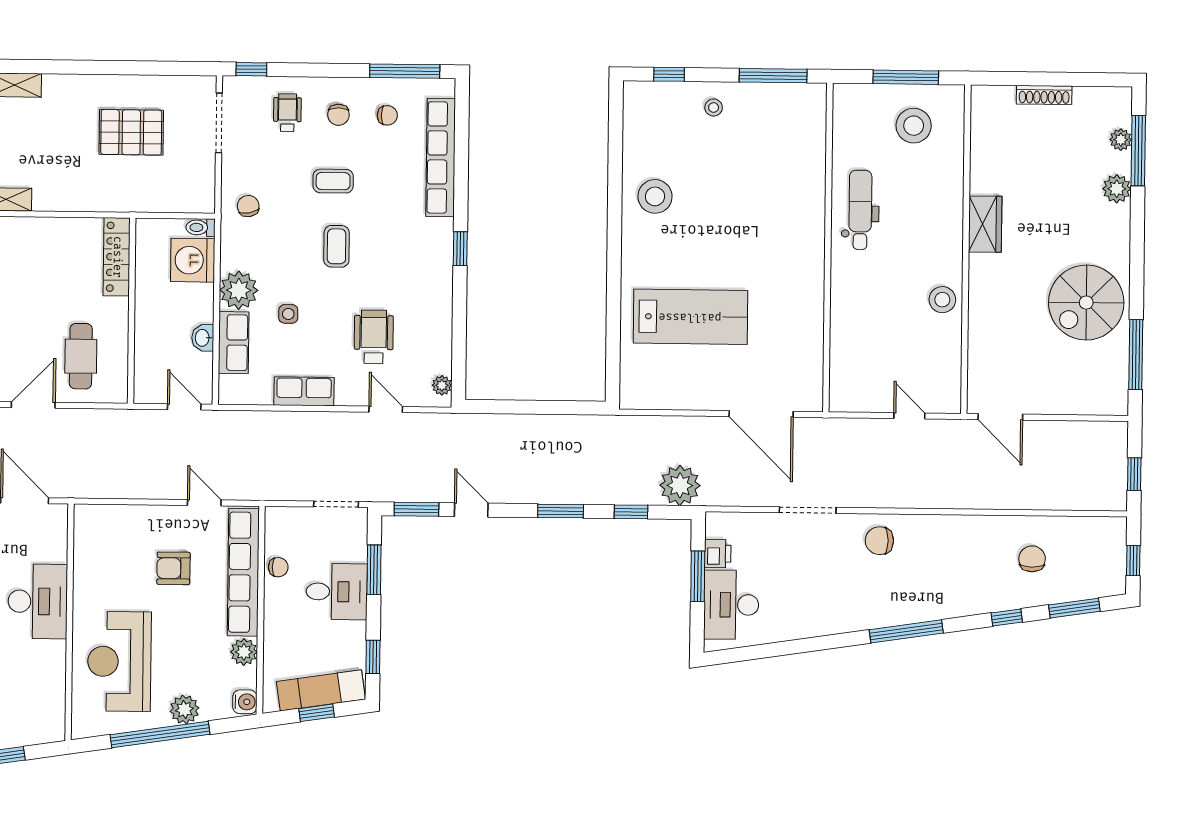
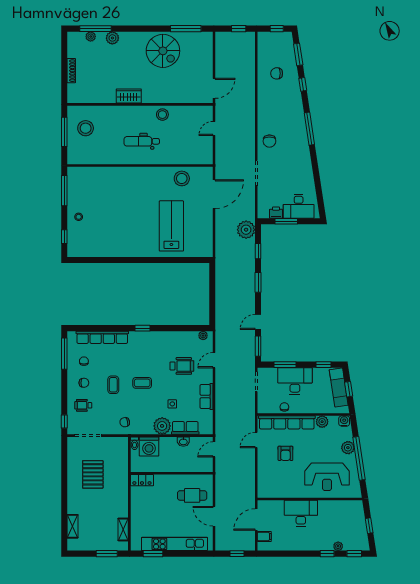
stool: (655, 196) -> (182, 178), moved
dental chair: (860, 210) -> (142, 141), moved
locker: (117, 257) -> (142, 480), width x0.66
wheelchair: (374, 337) -> (182, 366), turned 180
desk: (337, 592) -> (295, 381), width x1.37

